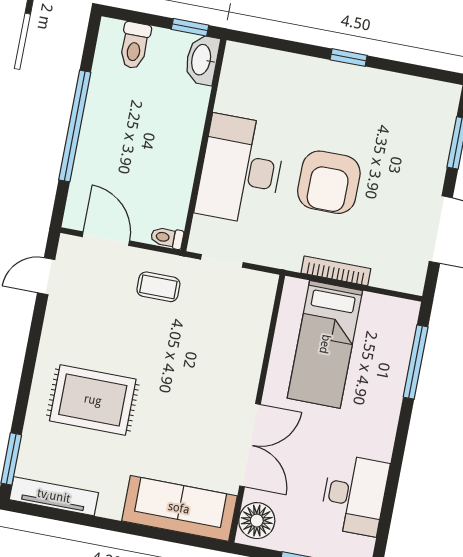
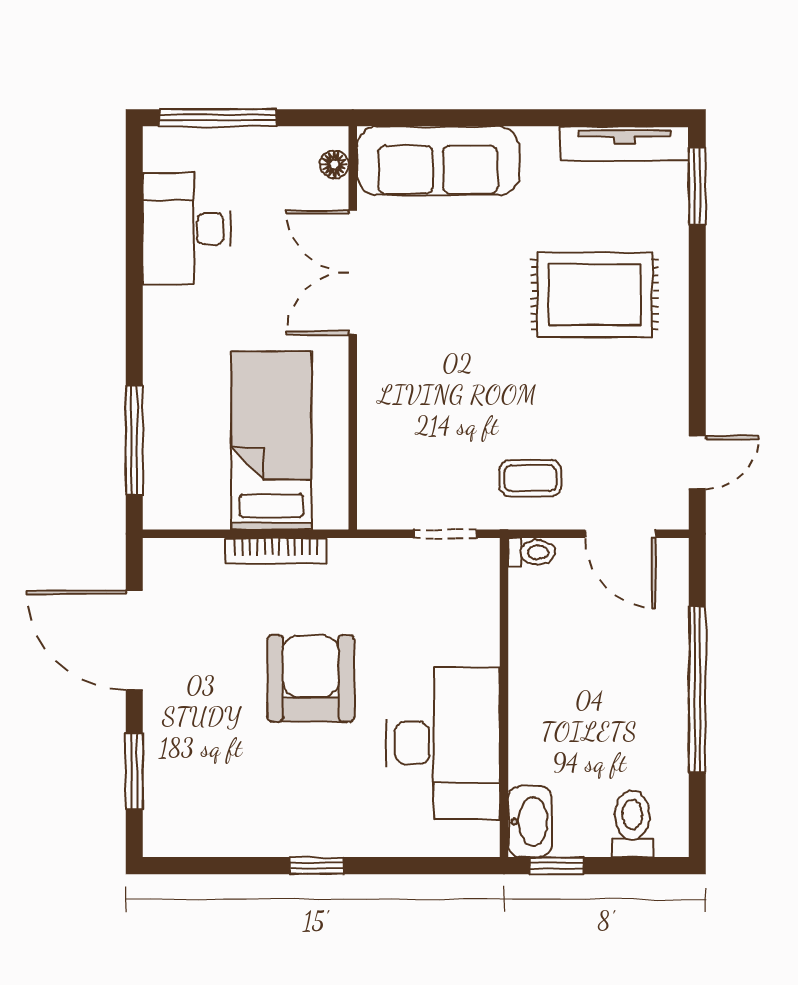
desk: (241, 170) -> (443, 743), moved
floor lamp: (257, 521) -> (334, 164), width x0.53, depth x0.53

